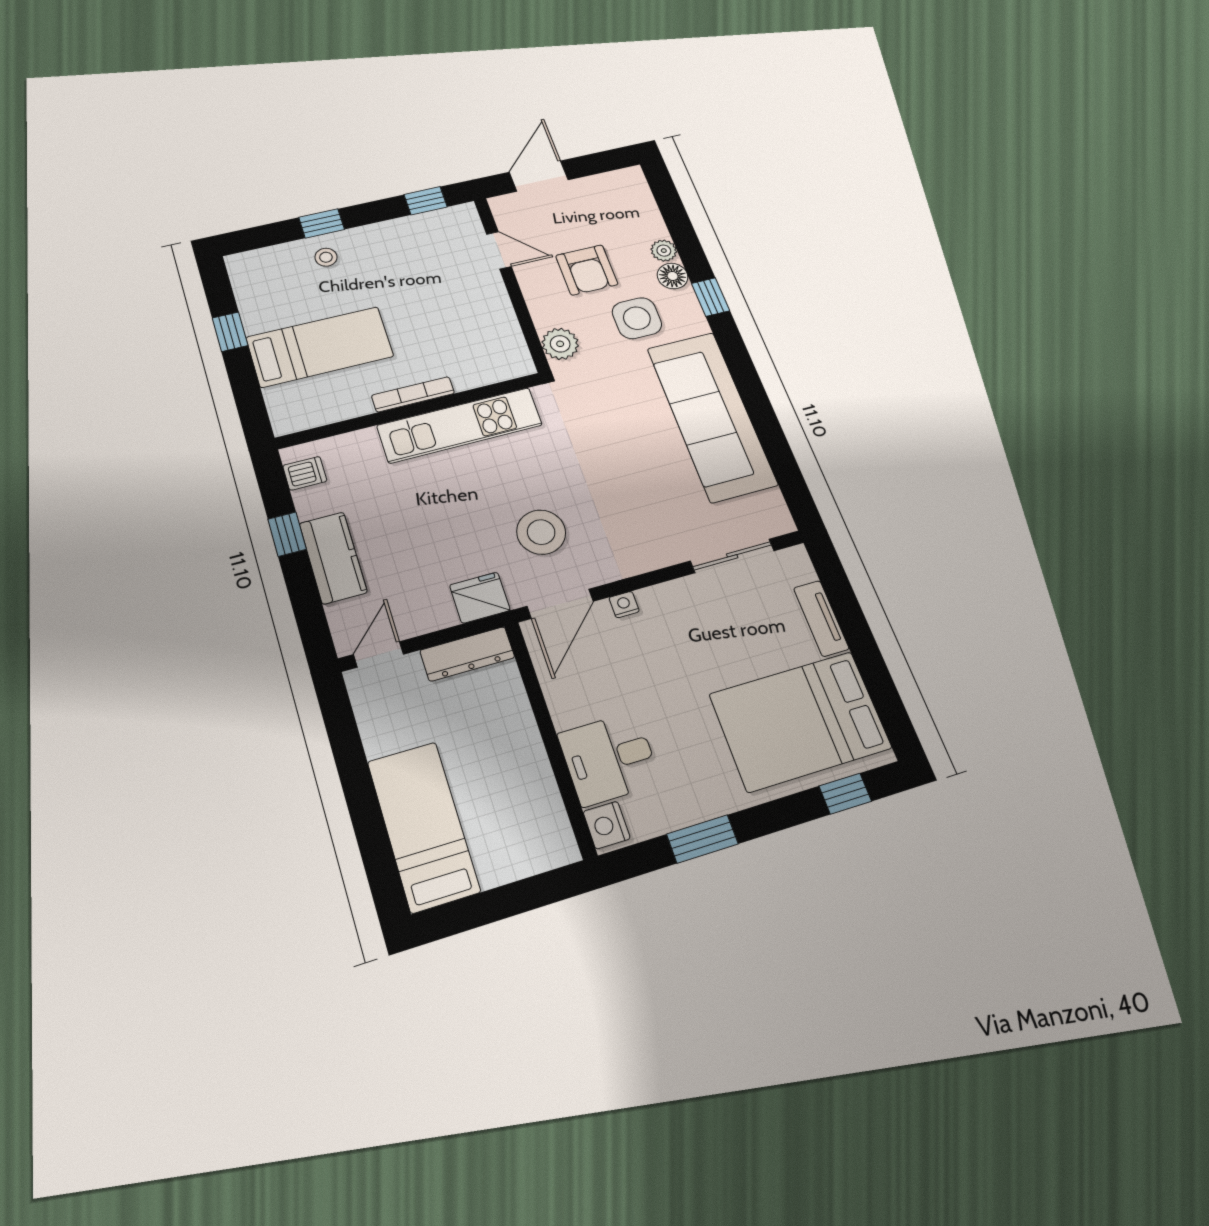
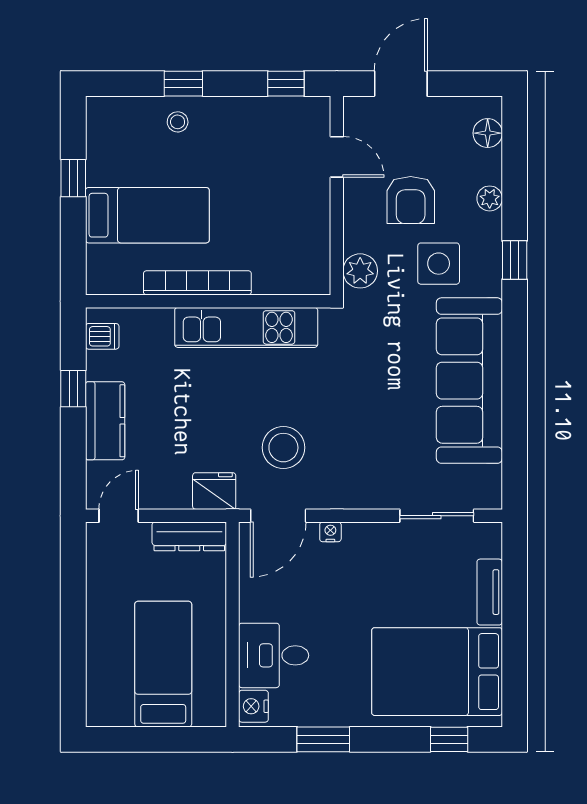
floor lamp: (673, 276) -> (488, 133), moved
bookcase: (413, 394) -> (197, 283), width x1.48, depth x1.31
bed: (423, 826) -> (163, 664), moved

